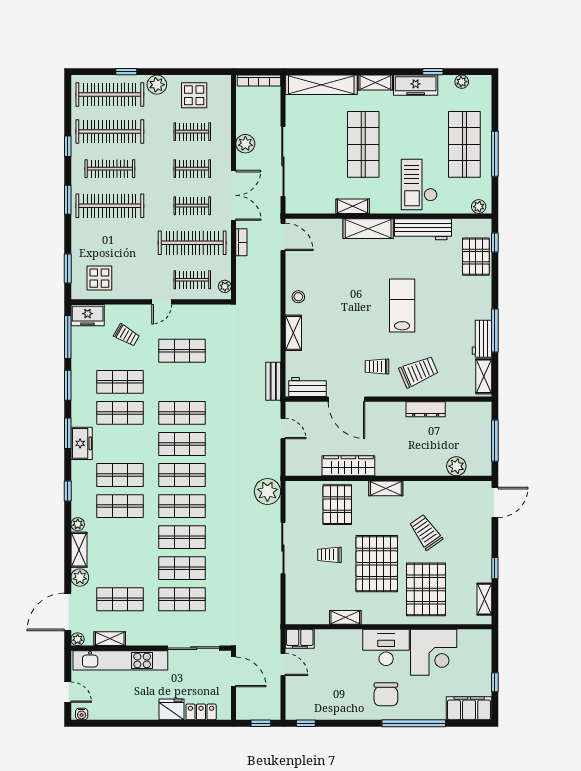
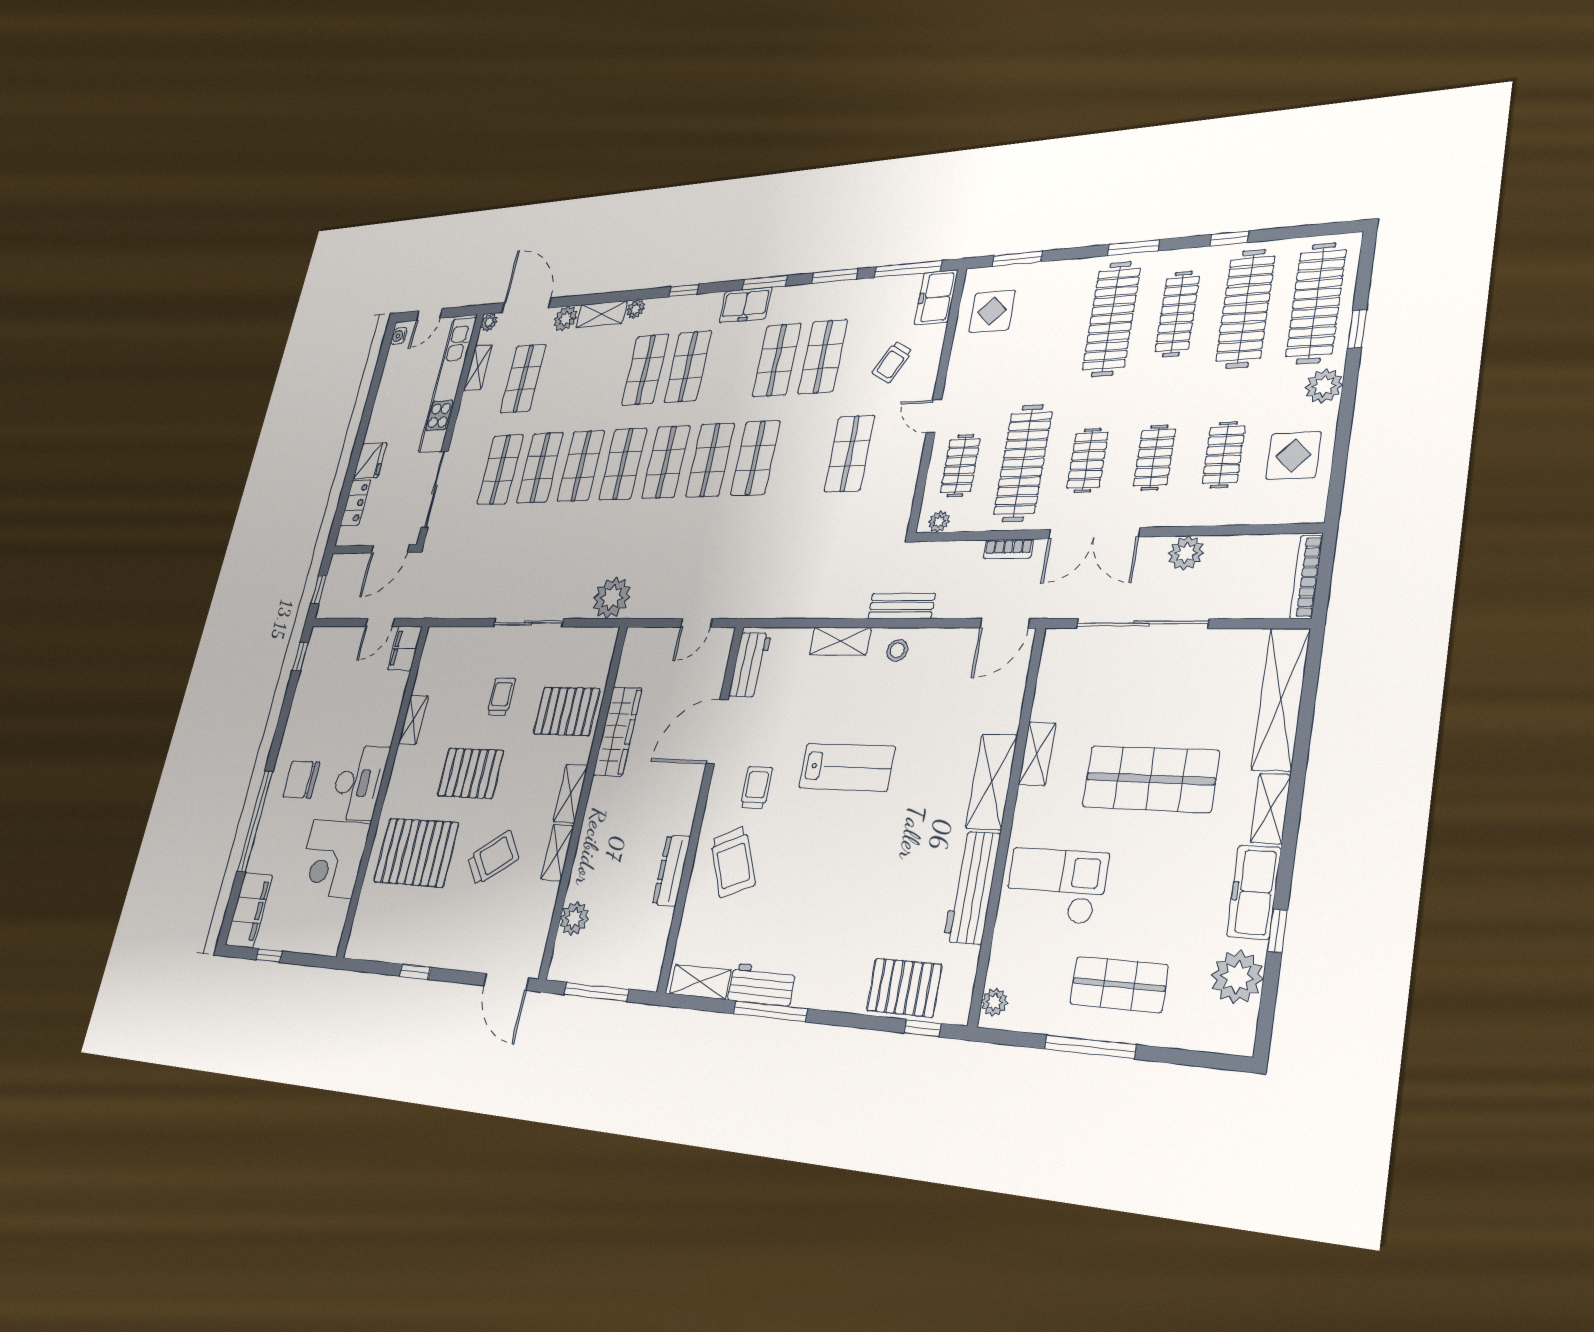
plant: (462, 82) -> (1237, 977), width x1.88, depth x1.88
shop shelf: (464, 144) -> (1119, 984), width x0.70, depth x0.74
lab bench: (402, 306) -> (847, 767), moved
bench: (273, 381) -> (901, 606), moved
pallet: (377, 564) -> (470, 773), width x0.73, depth x0.71
shelving: (484, 599) -> (557, 852), moved, turned 90

